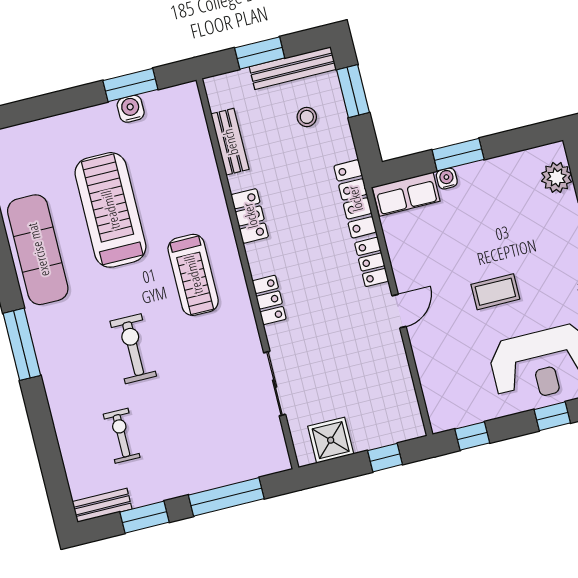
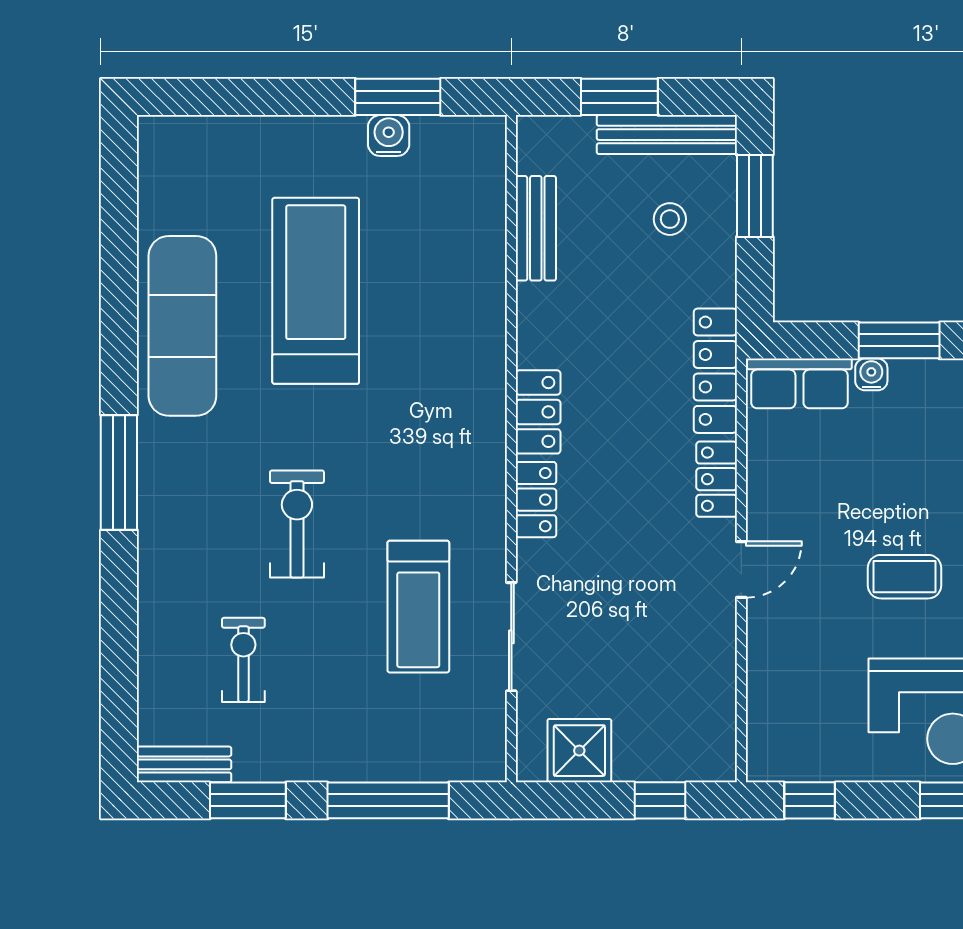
locker: (250, 216) -> (538, 412), moved
treadmill: (193, 275) -> (418, 607), moved

